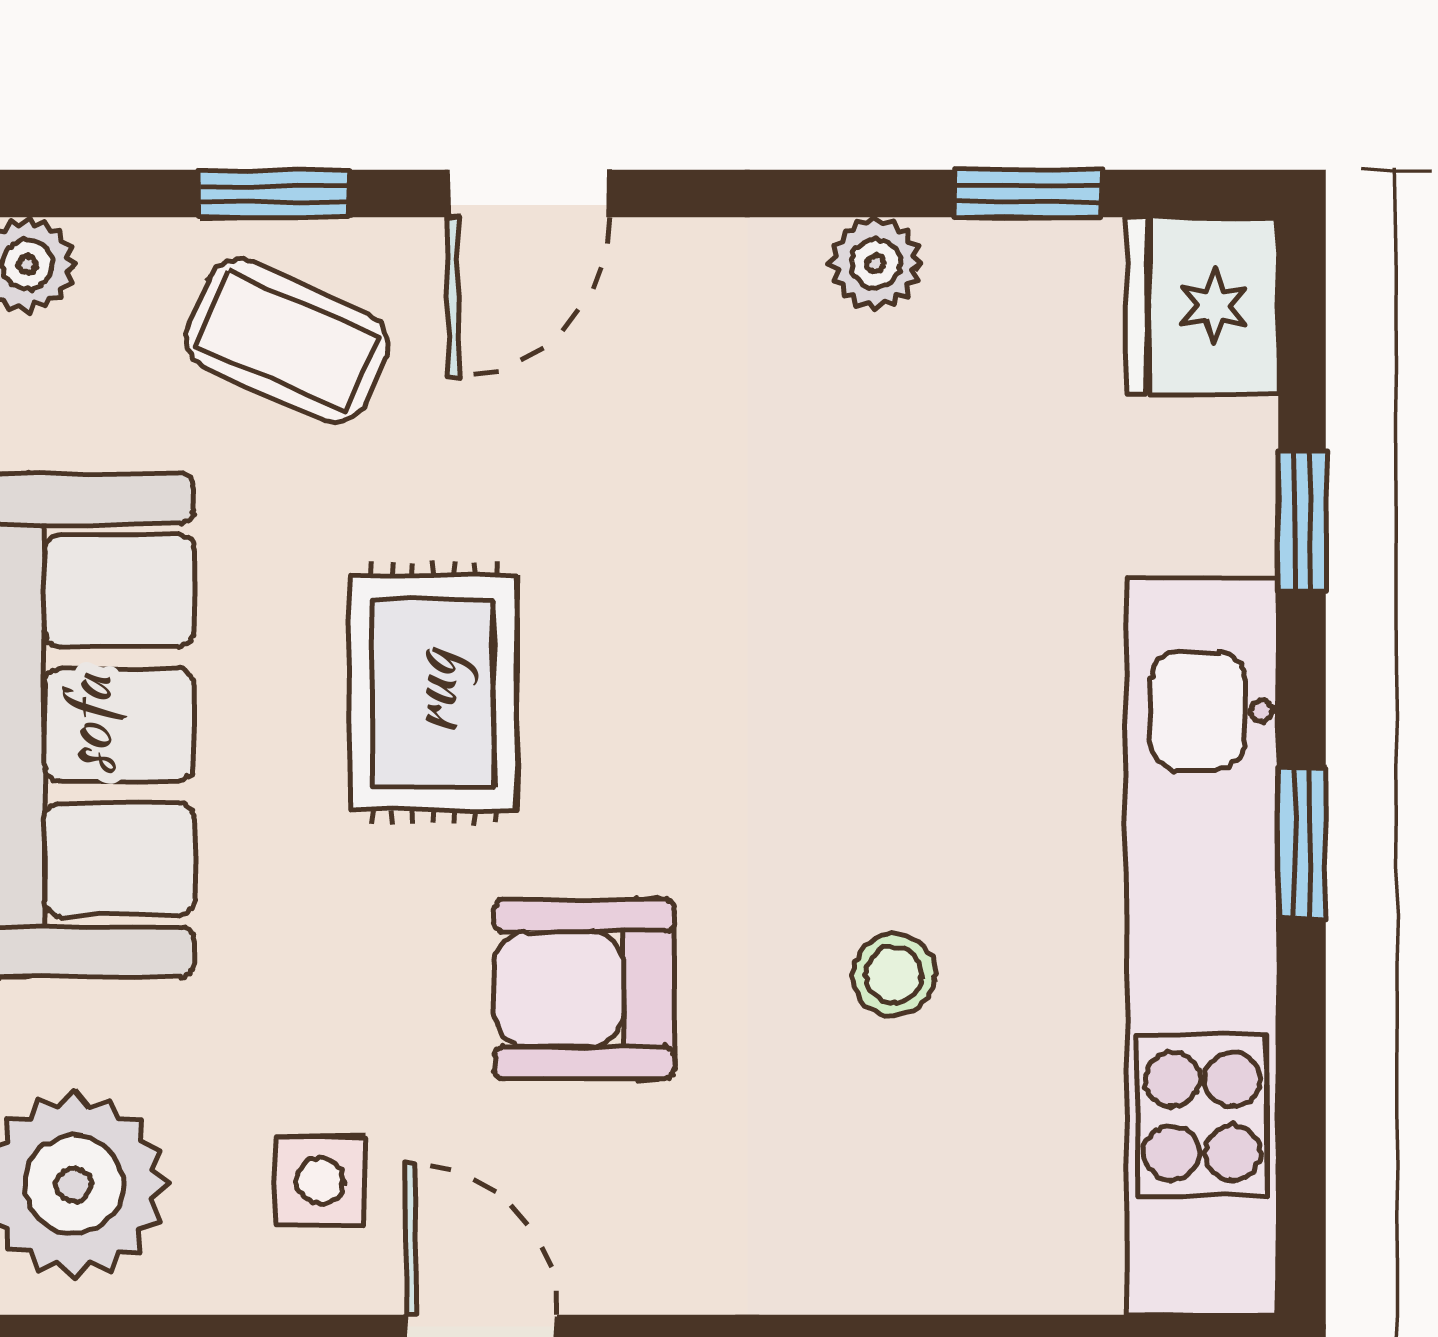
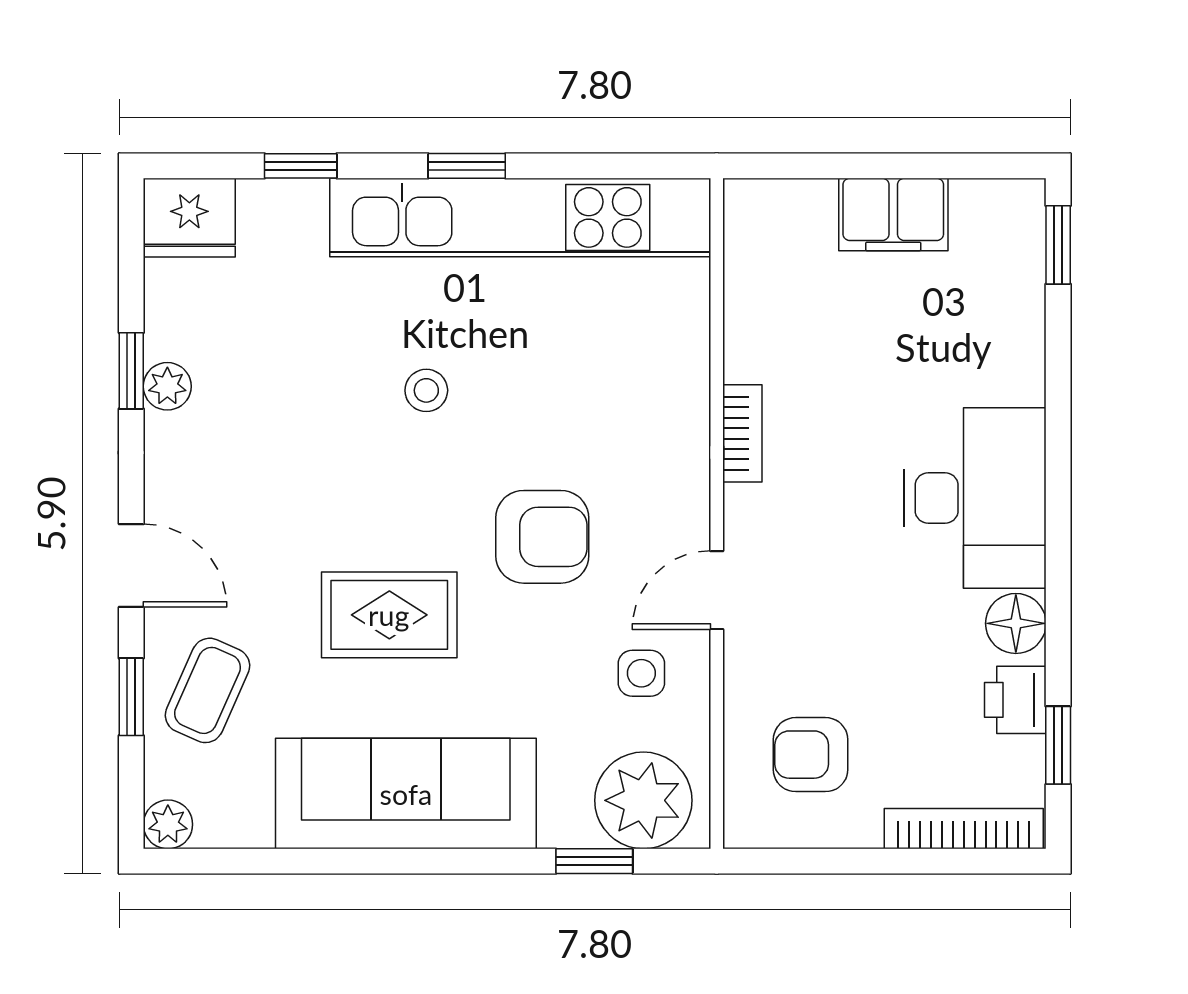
window: (1028, 194) -> (131, 371), moved
stool: (894, 975) -> (426, 390), moved
armchair: (584, 989) -> (542, 537), turned -90

